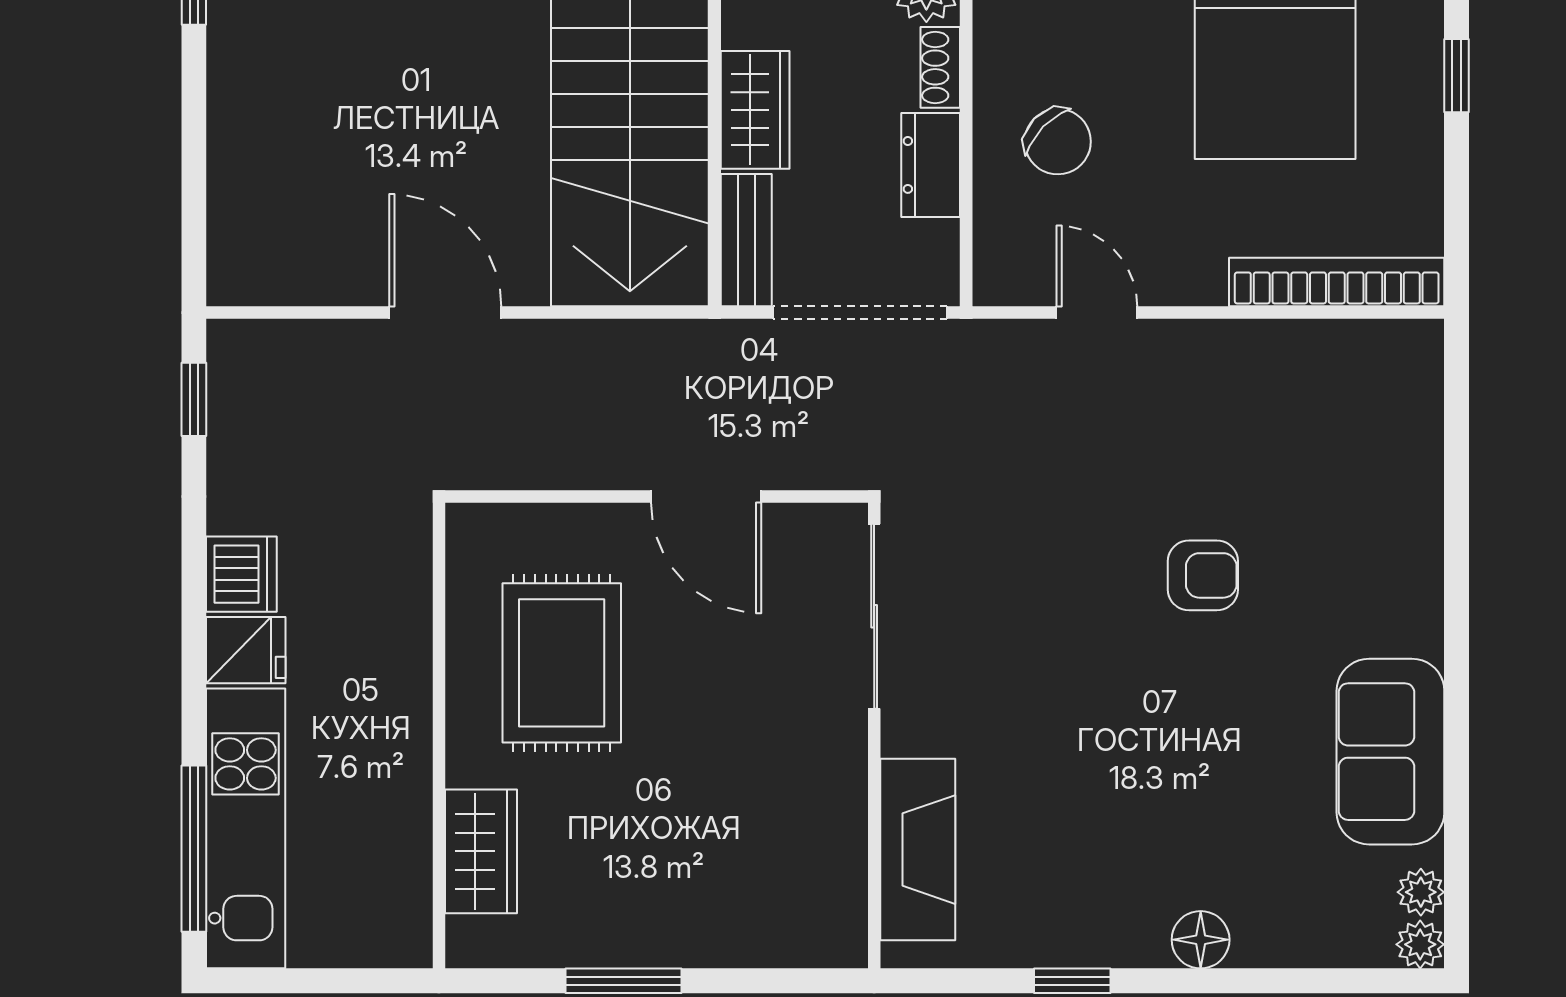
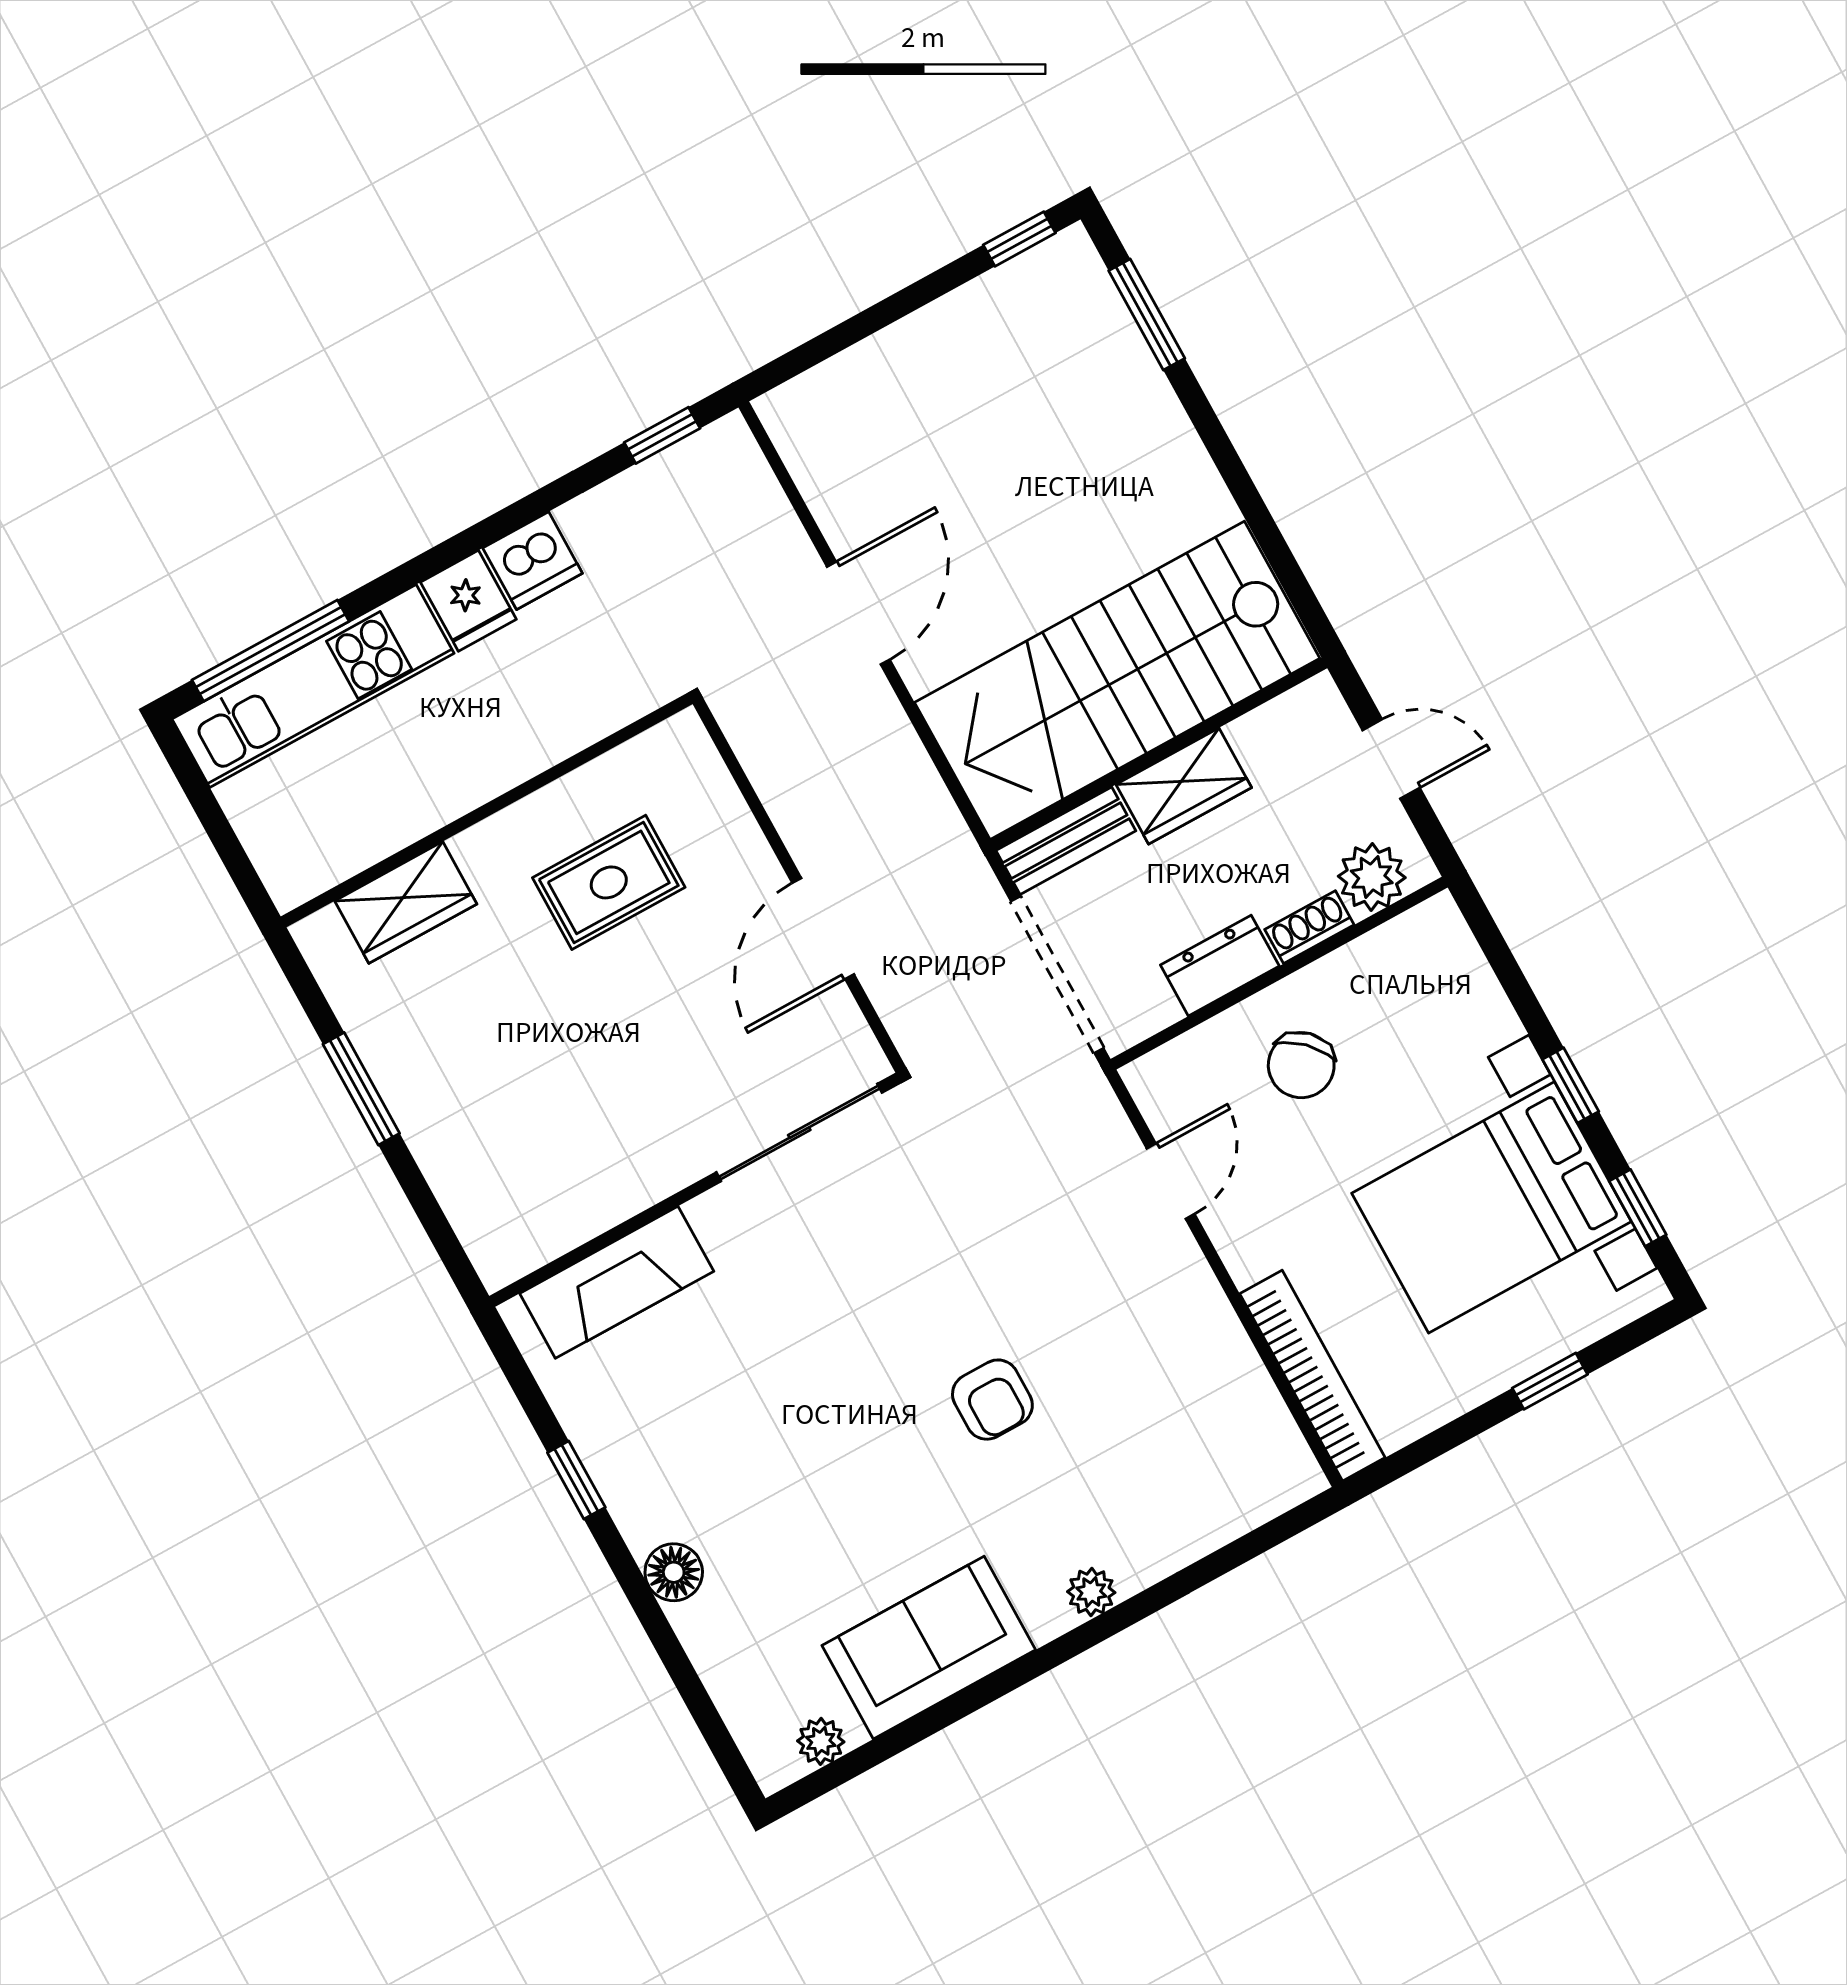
rug: (562, 663) -> (609, 882), width x0.73, depth x0.70
plant: (1420, 944) -> (1091, 1592), moved

